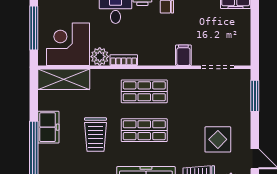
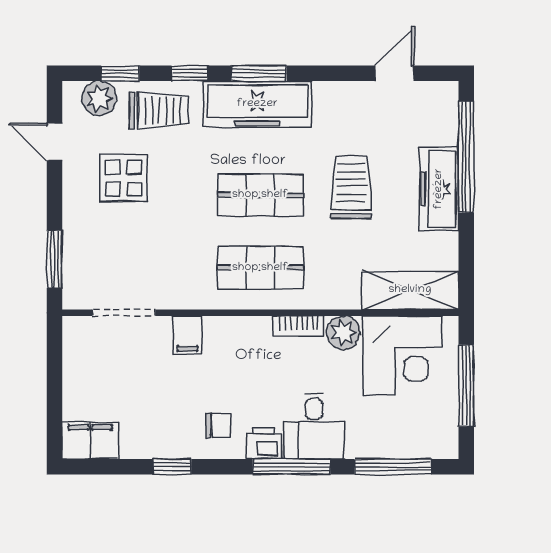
freezer: (48, 127) -> (439, 189), width x1.40

